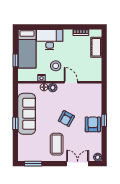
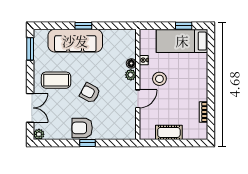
desk: (50, 40) -> (194, 71), removed
cot: (96, 47) -> (169, 132), moved
window: (15, 60) -> (184, 26), moved
sofa: (27, 114) -> (75, 41), moved
armchair: (93, 124) -> (82, 128), turned 180

